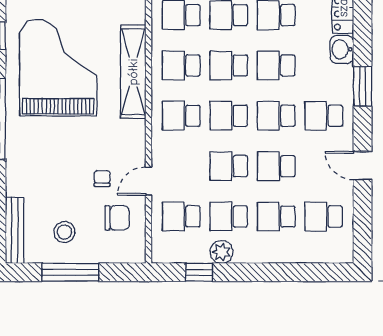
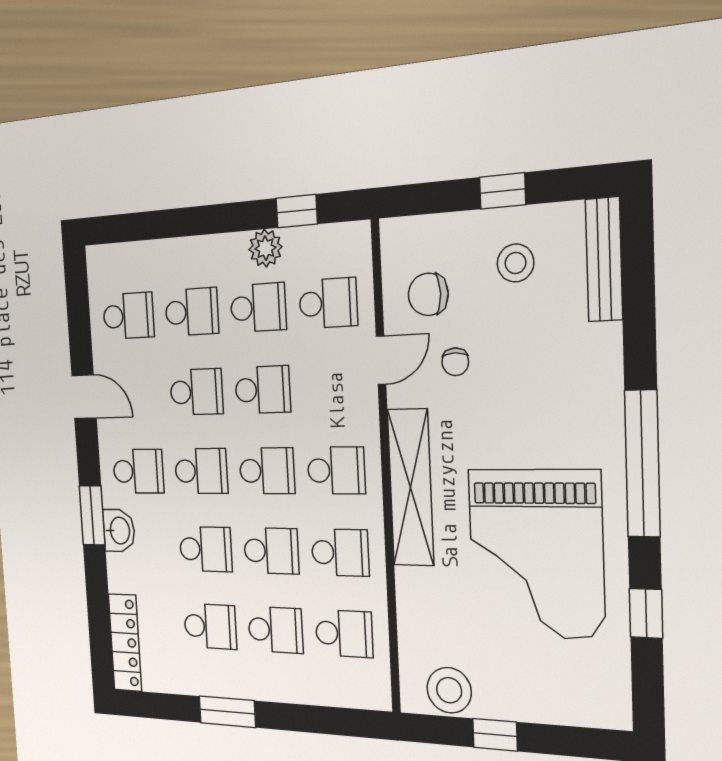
washbasin: (342, 49) -> (119, 531), moved
shelving: (133, 72) -> (411, 487), moved
window: (70, 272) -> (503, 191), width x0.46

